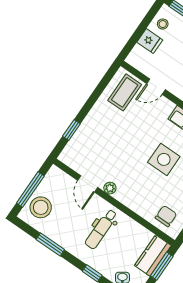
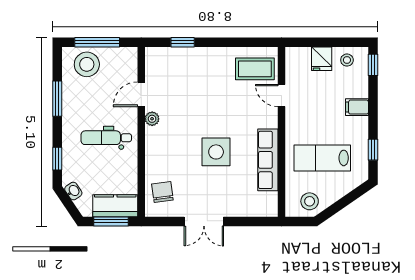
chair: (166, 216) -> (162, 192), turned -98

